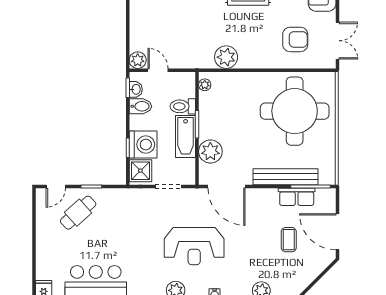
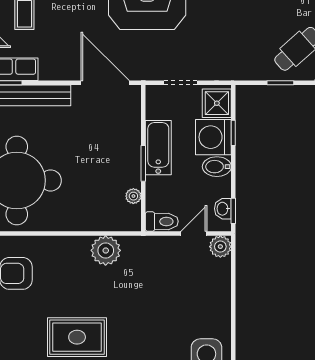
door: (158, 70) -> (194, 234), swing flipped
plant: (205, 85) -> (133, 196), moved
bidet: (140, 106) -> (217, 167), moved
toilet: (183, 106) -> (162, 221), moved
plant: (210, 151) -> (126, 128), removed

